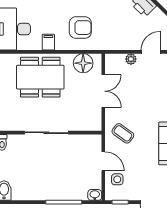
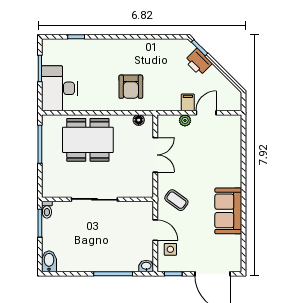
armchair: (80, 28) -> (131, 87), turned 90
filing cabinet: (48, 42) -> (188, 102), moved
floor lamp: (83, 63) -> (139, 120), width x0.53, depth x0.53

